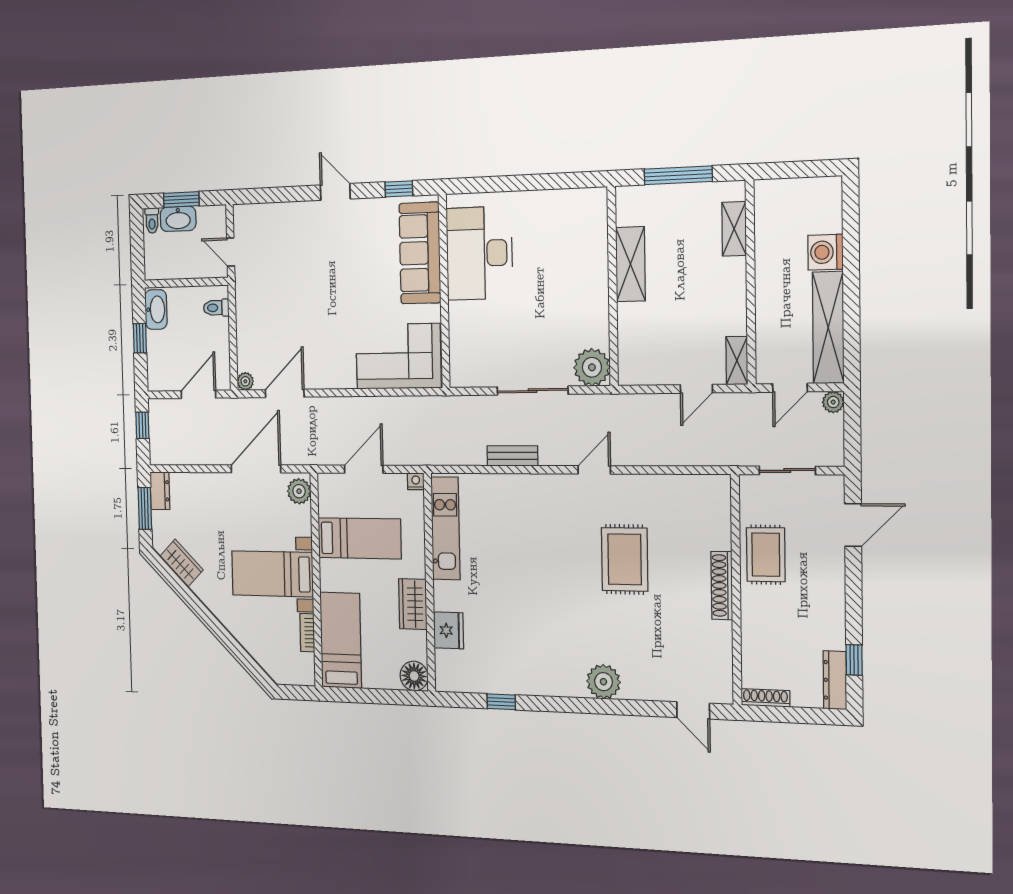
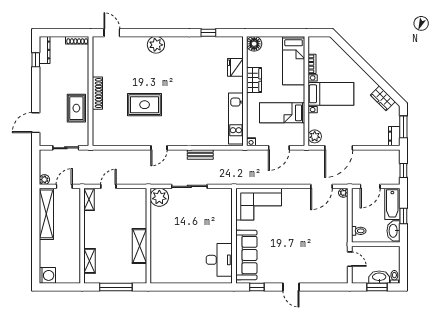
washing machine: (825, 252) -> (47, 275), moved
desk: (479, 253) -> (219, 260), width x0.73, depth x0.77
bathtub: (159, 361) -> (392, 204), added
rug: (625, 559) -> (145, 105), turned 90

